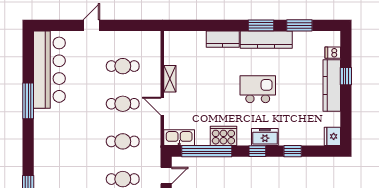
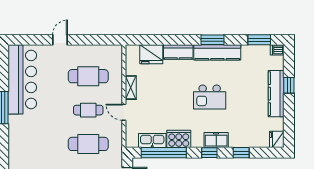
window: (299, 25) -> (259, 40), moved
fridge: (193, 42) -> (151, 54), added
dishwasher: (333, 53) -> (277, 50), moved
cafe table: (123, 66) -> (88, 76), width x1.37, depth x1.35
kitchen island: (258, 89) -> (210, 97), turned 180
kitchen sink: (179, 138) -> (152, 141), moved
cafe table: (123, 141) -> (88, 144), width x1.37, depth x1.35

